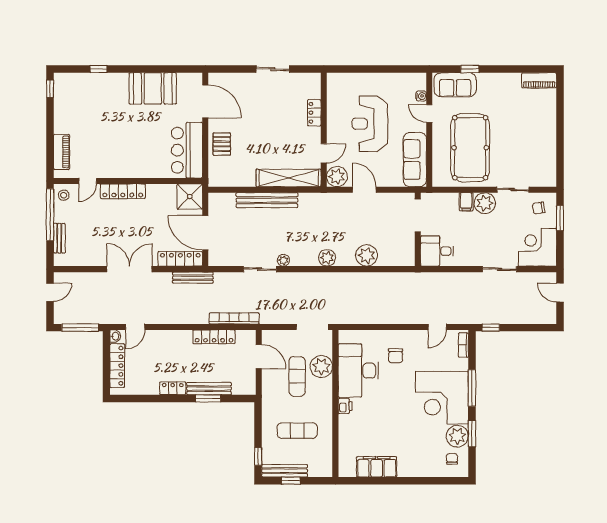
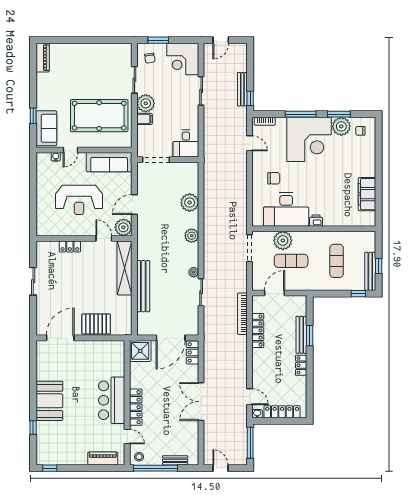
booth: (153, 88) -> (49, 401), moved
pallet: (222, 144) -> (96, 324), width x1.50, depth x1.42
bar counter: (187, 150) -> (112, 400), moved, turned 90
locker: (180, 259) -> (192, 352), width x0.66
bench: (193, 278) -> (242, 89), moved

